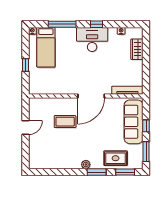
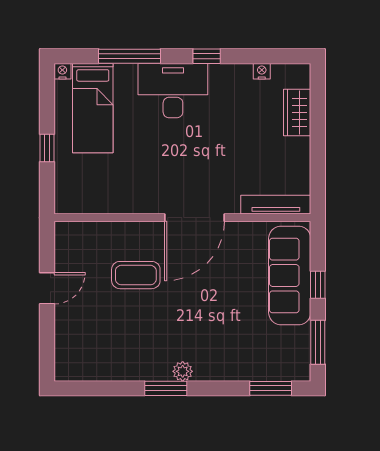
desk: (92, 39) -> (173, 91), moved
rug: (116, 158) -> (249, 357), removed
window: (97, 172) -> (166, 388), moved

